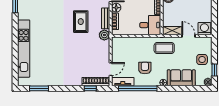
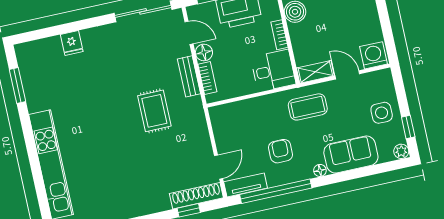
rug: (81, 22) -> (154, 111), moved
plant: (104, 35) -> (193, 107), removed

